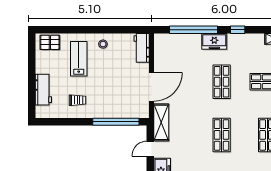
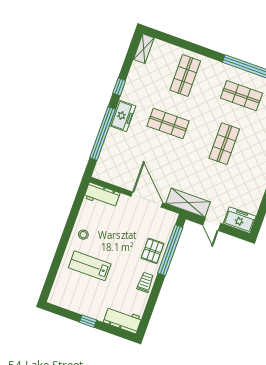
pallet: (50, 42) -> (153, 251), moved
window: (32, 74) -> (88, 321), added
workbench: (43, 90) -> (123, 320), moved
trolley: (77, 100) -> (145, 282), moved
shop shelf: (222, 135) -> (224, 144), turned 90

